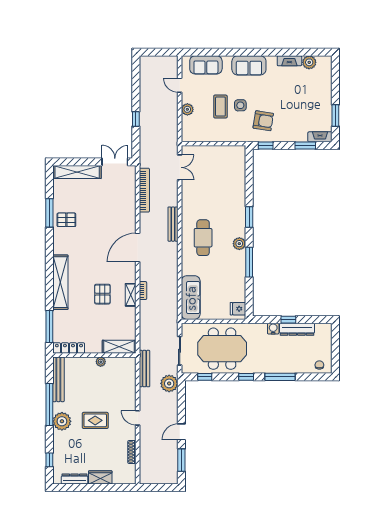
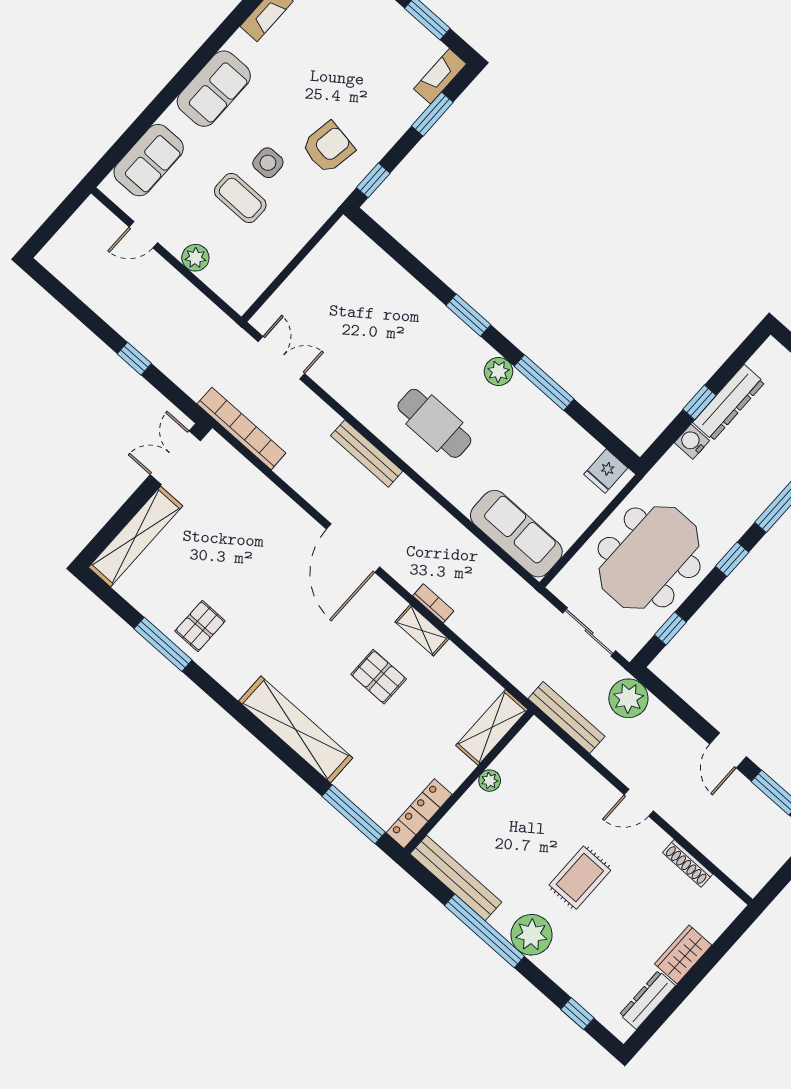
bookcase: (144, 190) -> (241, 428), moved

